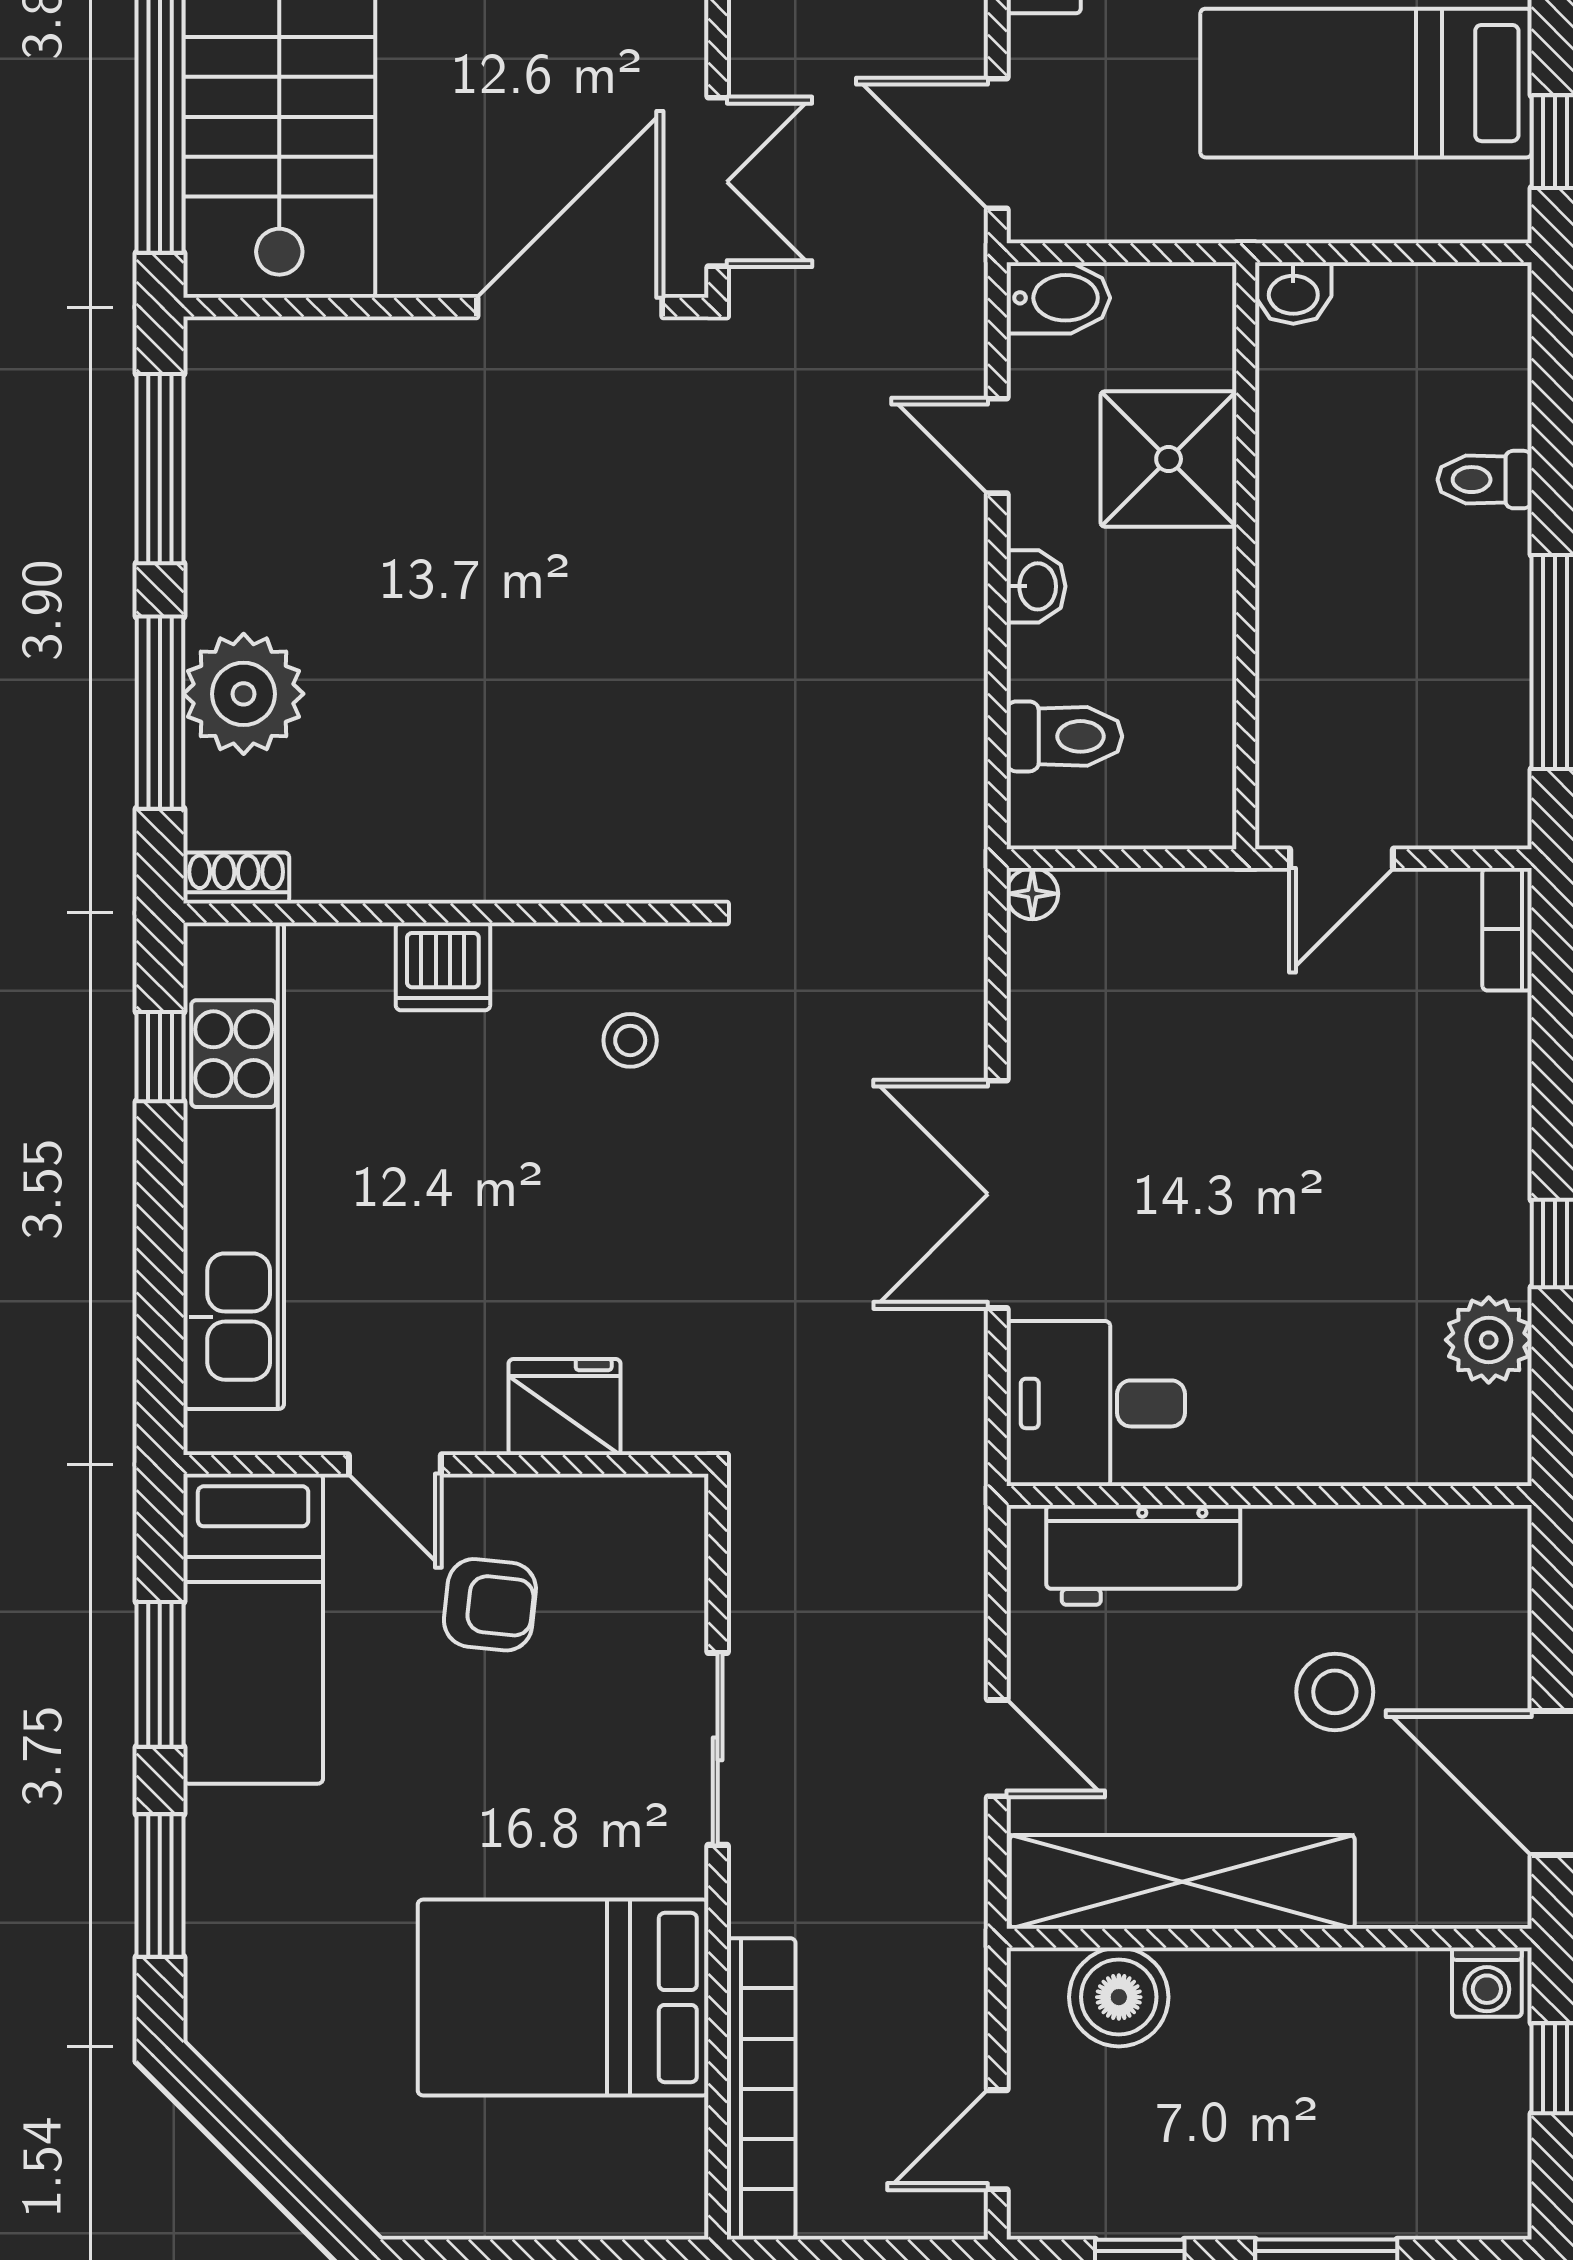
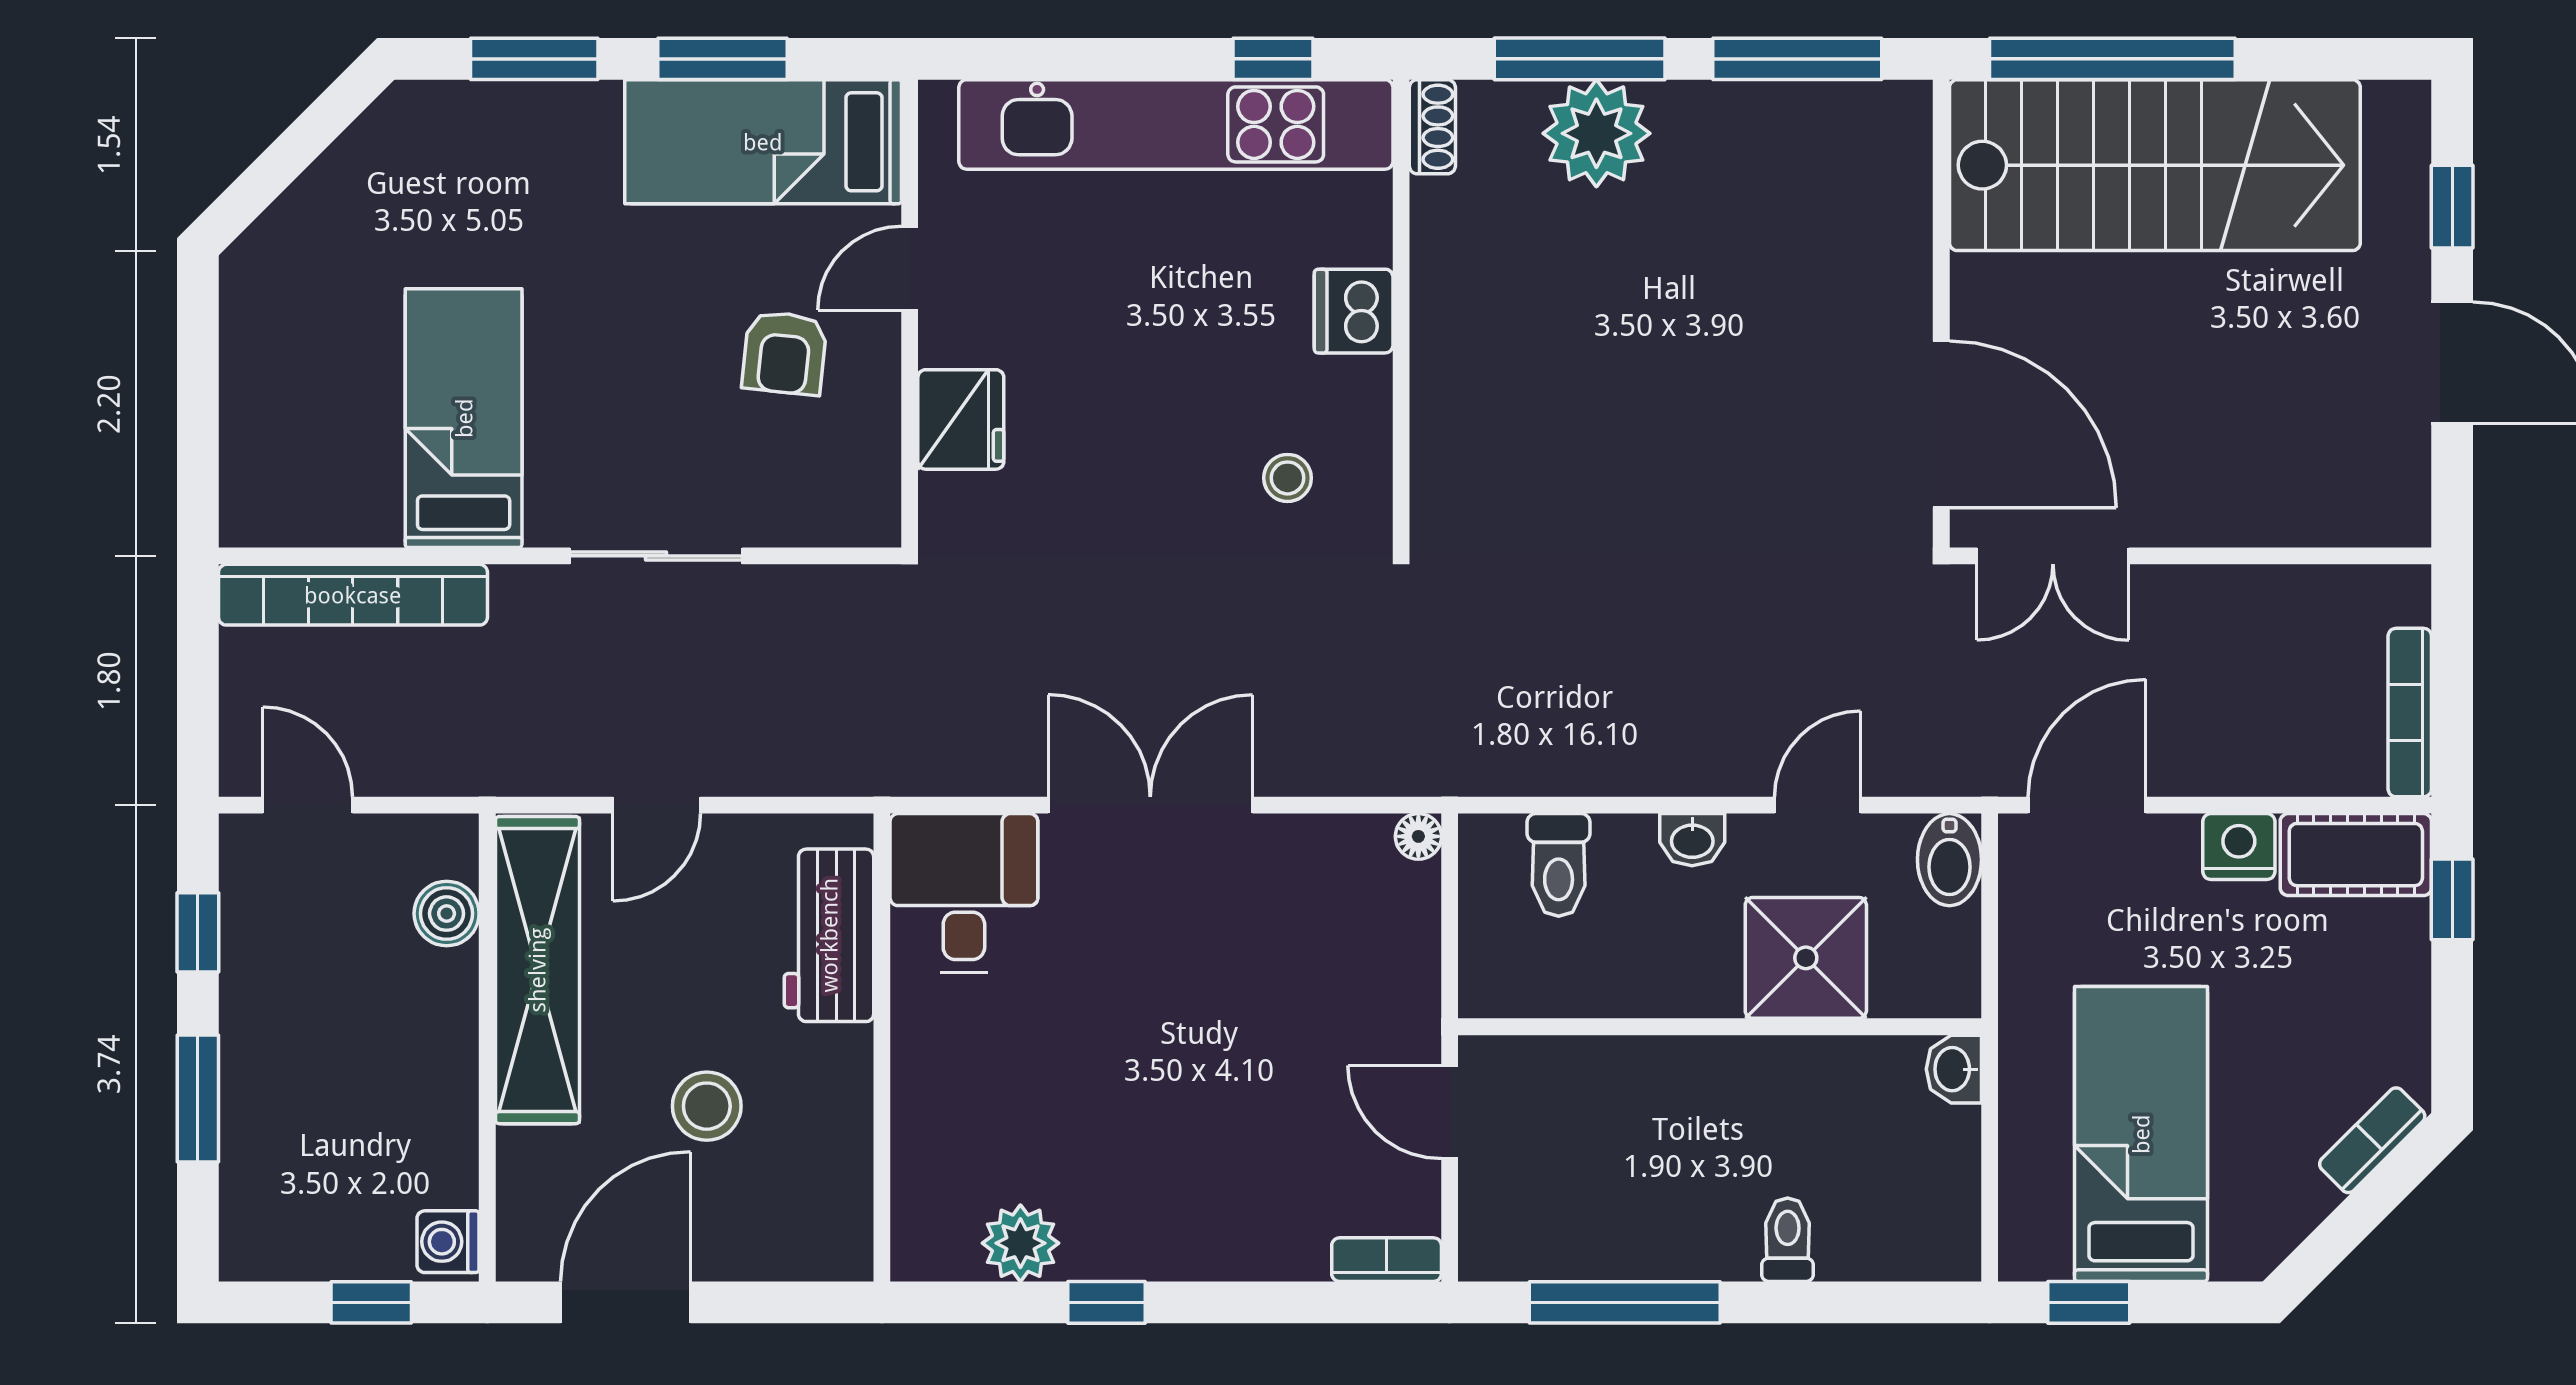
bed: (563, 1997) -> (464, 418), width x0.67
boiler: (1119, 1997) -> (447, 914), width x0.73, depth x0.73

